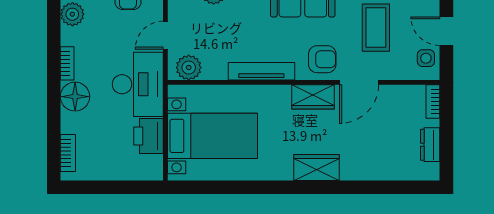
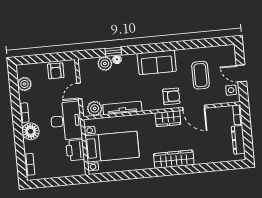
tv unit: (261, 71) -> (122, 108), moved
door: (359, 82) -> (194, 108), hinge flipped
dresser: (430, 145) -> (238, 140), width x1.44
wardrobe: (316, 167) -> (174, 159), width x1.50

